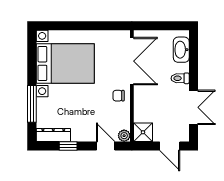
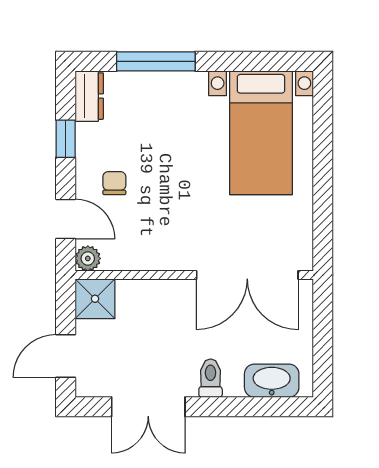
bed with nightstands: (65, 64) -> (261, 133), width x0.73
chair: (119, 96) -> (114, 183), moved
dresser: (53, 135) -> (89, 96), width x0.70
door: (106, 146) -> (66, 219), hinge flipped

